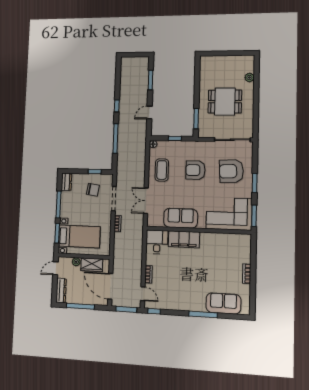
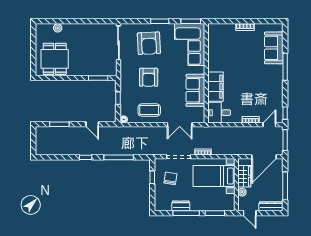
dining table: (225, 102) -> (55, 59), moved
dresser: (66, 182) -> (181, 206), moved
bed with nightstands: (79, 236) -> (214, 176), moved, turned -90

